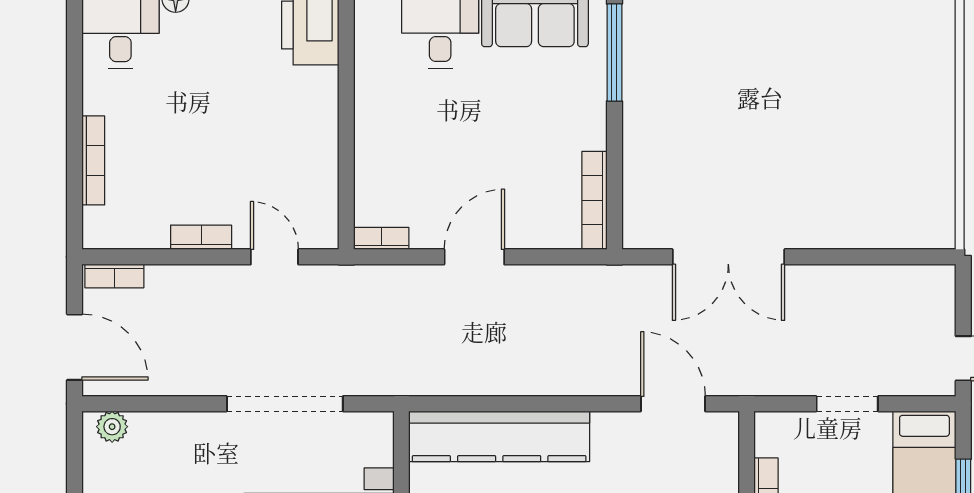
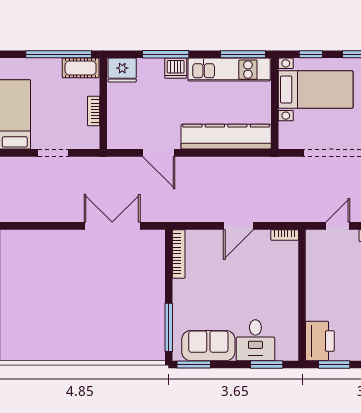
door: (274, 257) -> (338, 226), swing flipped
door: (673, 404) -> (159, 153), moved

